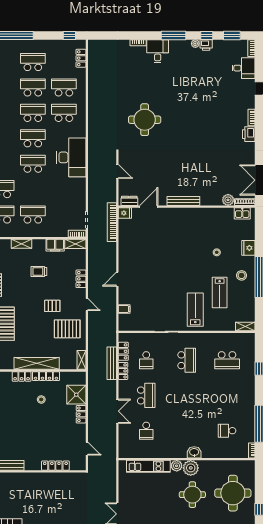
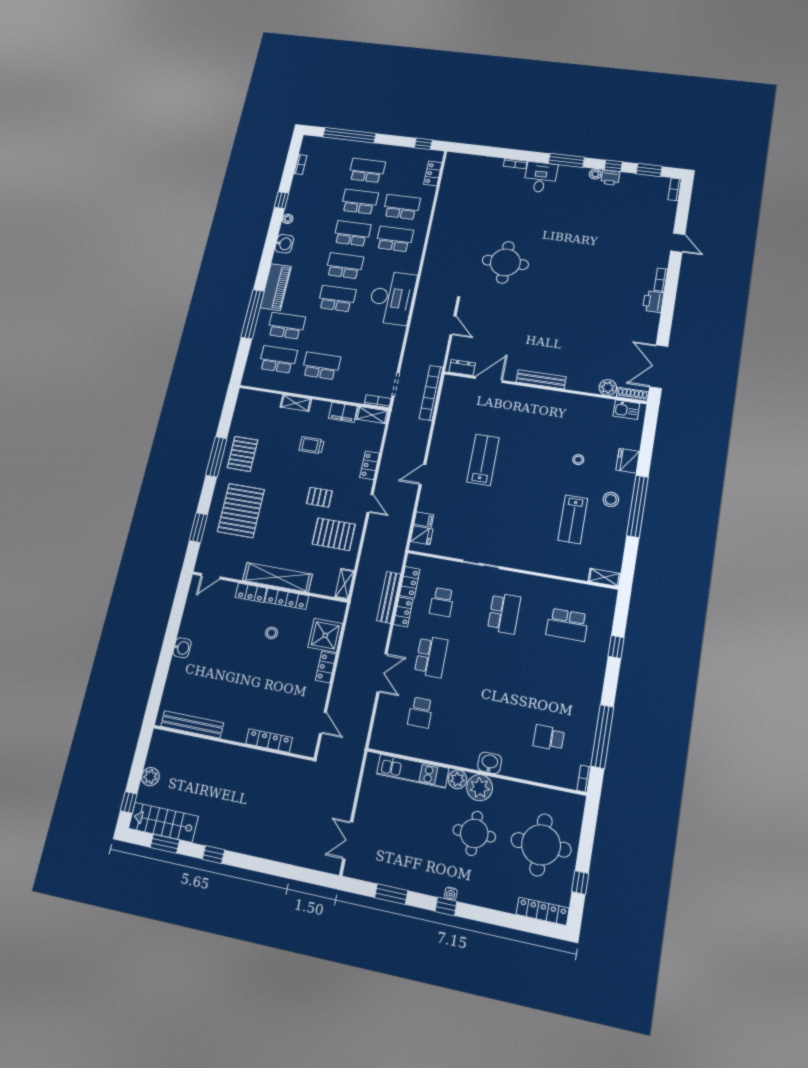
desk: (244, 68) -> (659, 214), removed
fridge: (125, 213) -> (422, 535), moved
lab bench: (195, 310) -> (483, 460), moved

